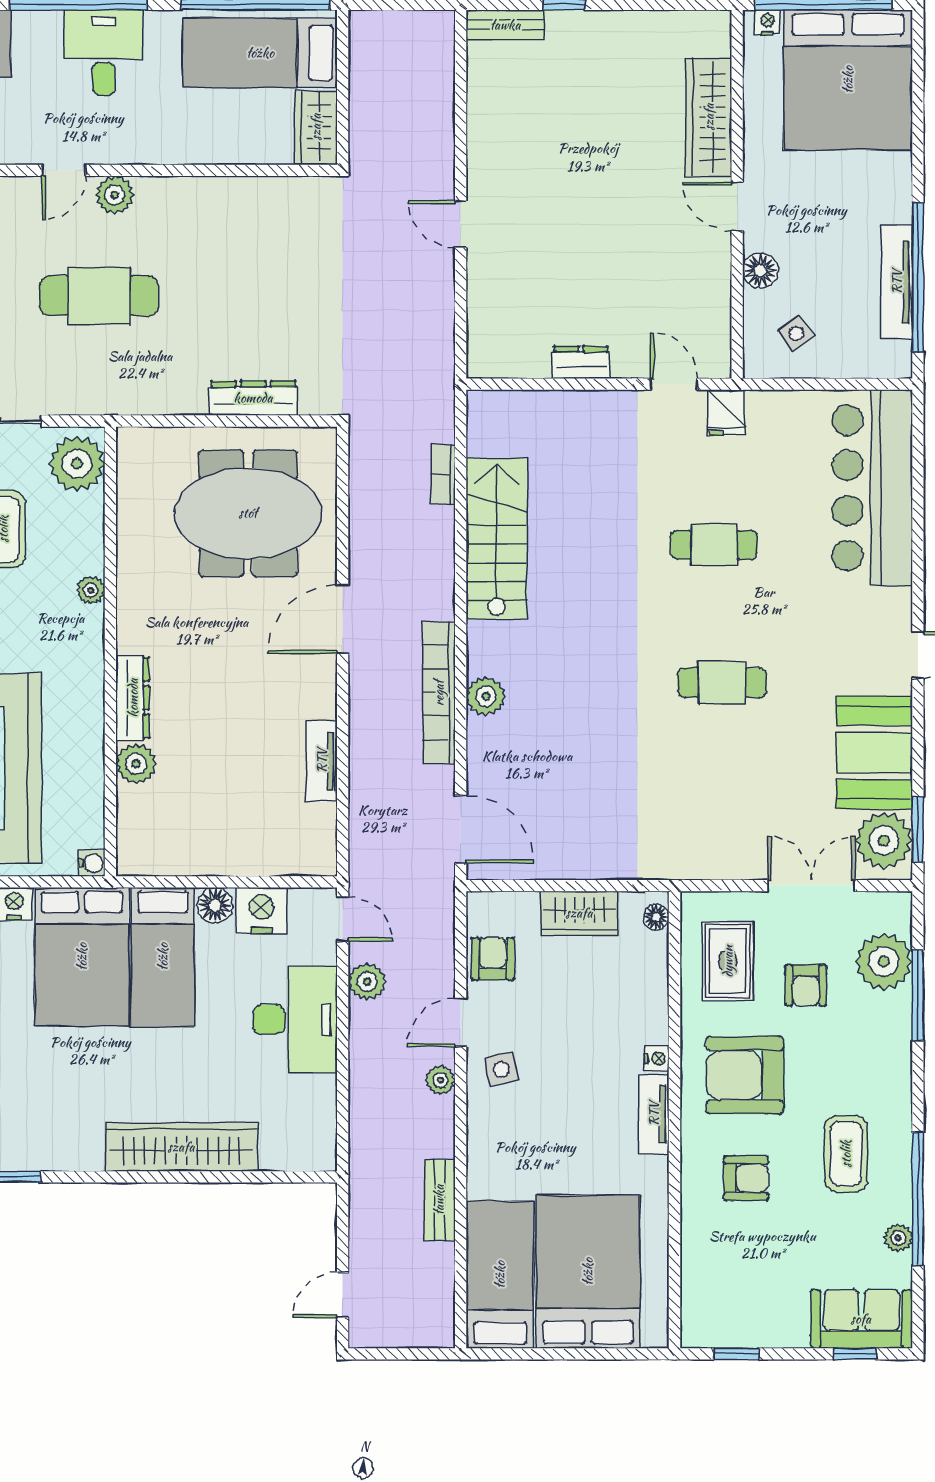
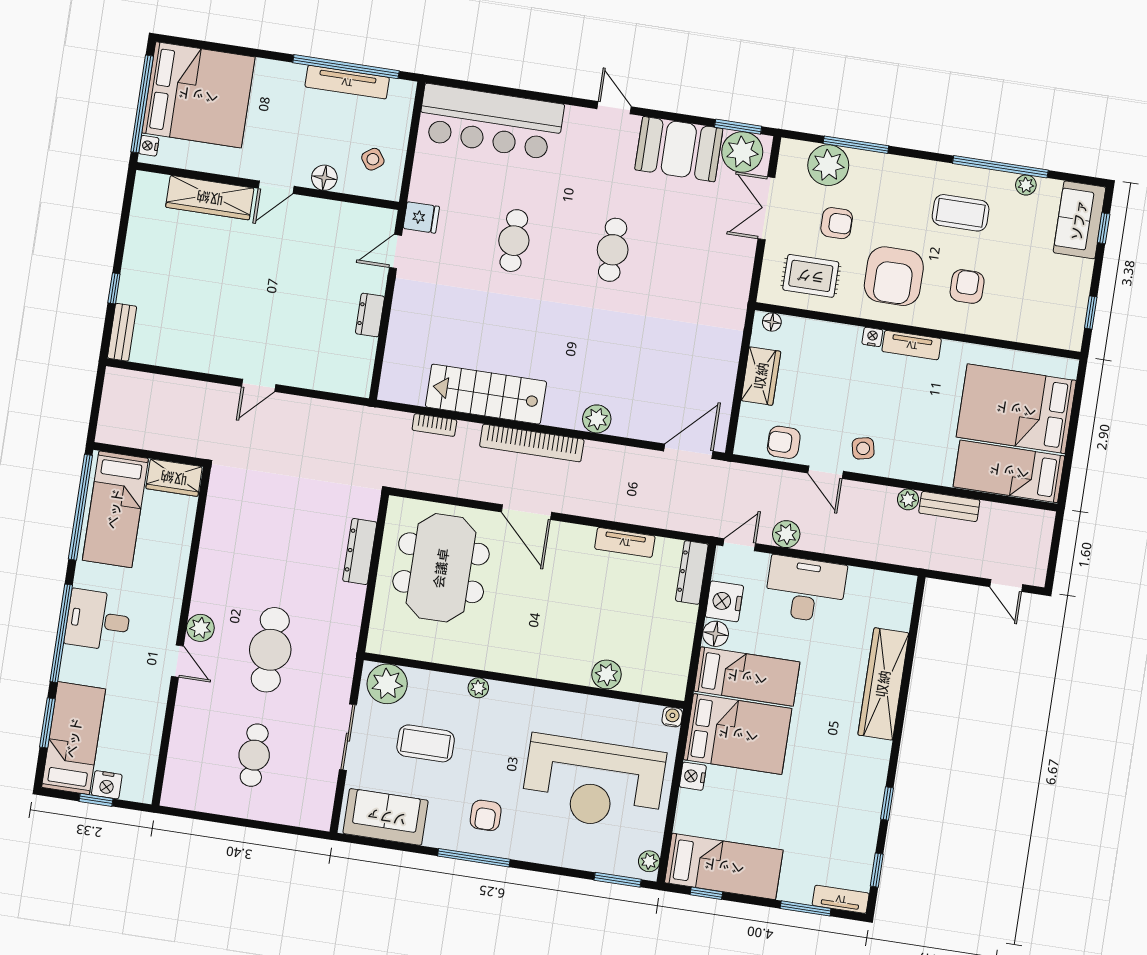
bookcase: (439, 693) -> (532, 443), moved
dresser: (133, 698) -> (692, 573), moved, turned -90
plant: (440, 1080) -> (908, 499), moved

